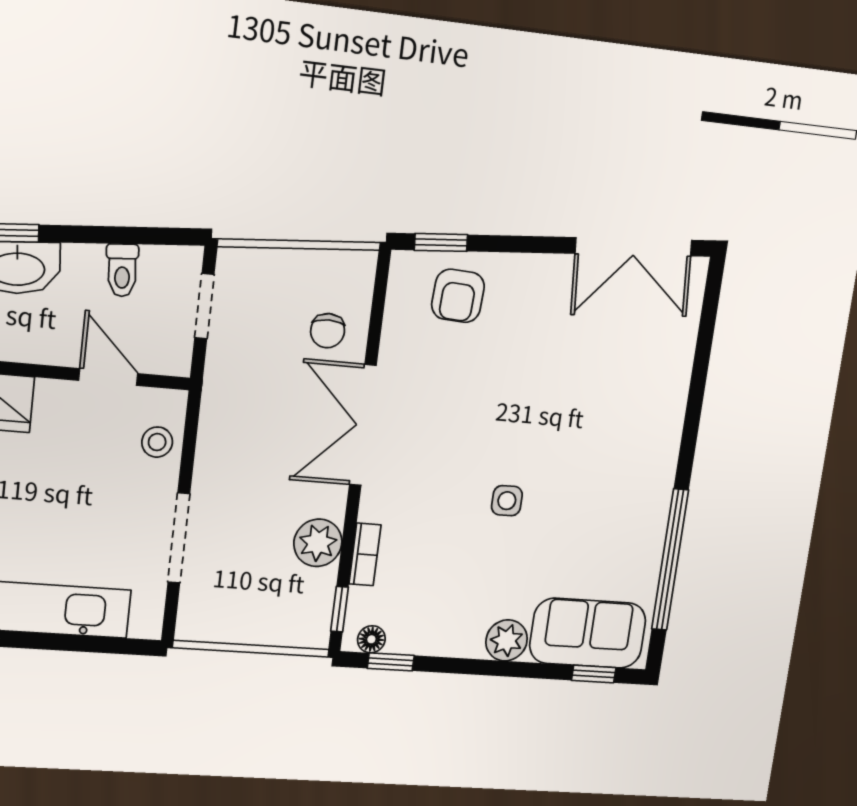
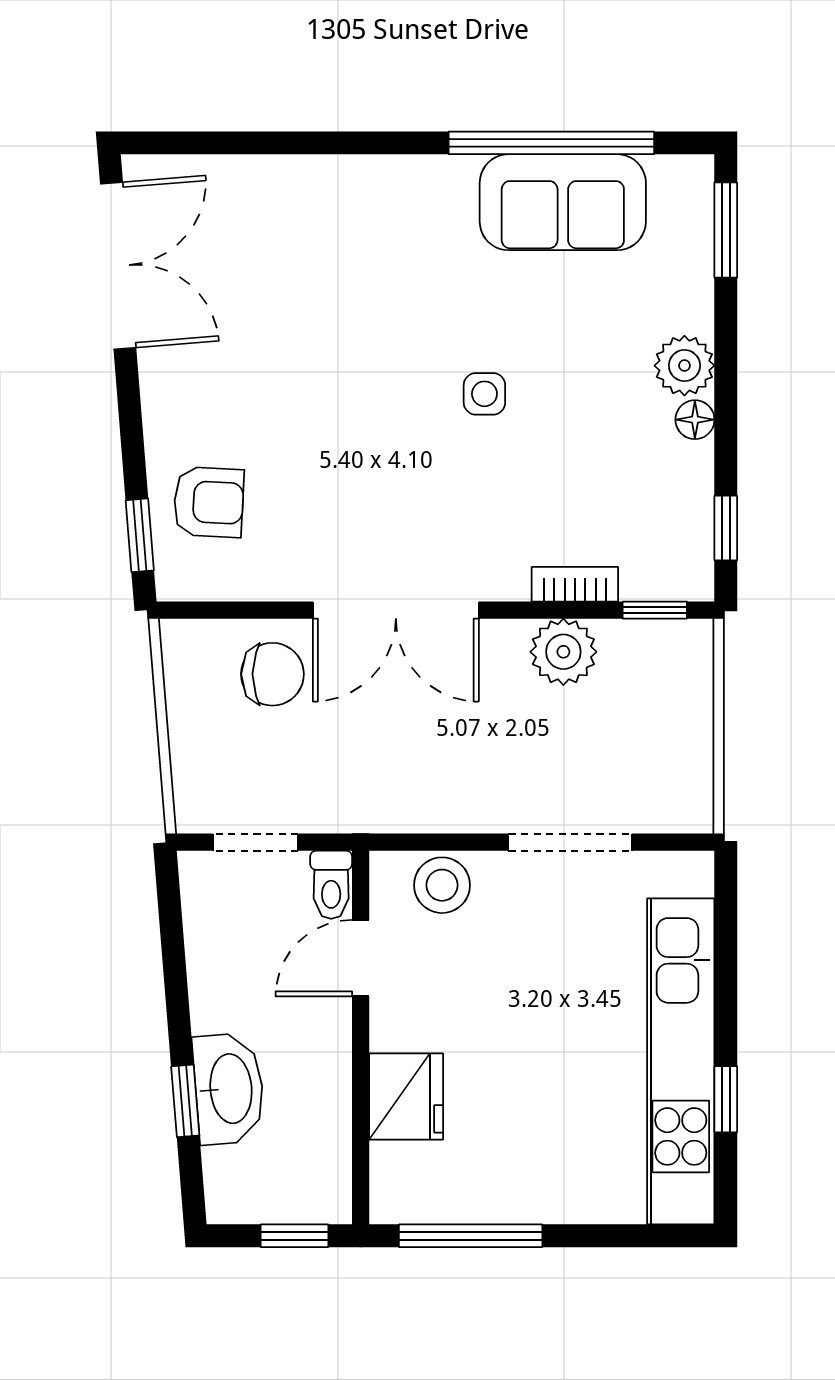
toilet: (122, 270) -> (331, 885), moved, turned 95
chair: (328, 331) -> (272, 674), width x1.37, depth x1.37
stool: (157, 442) -> (442, 885), width x1.37, depth x1.37
sofa: (588, 633) -> (563, 202), moved, turned -90
floor lamp: (371, 639) -> (695, 420), moved
window: (594, 674) -> (726, 230), width x1.50

